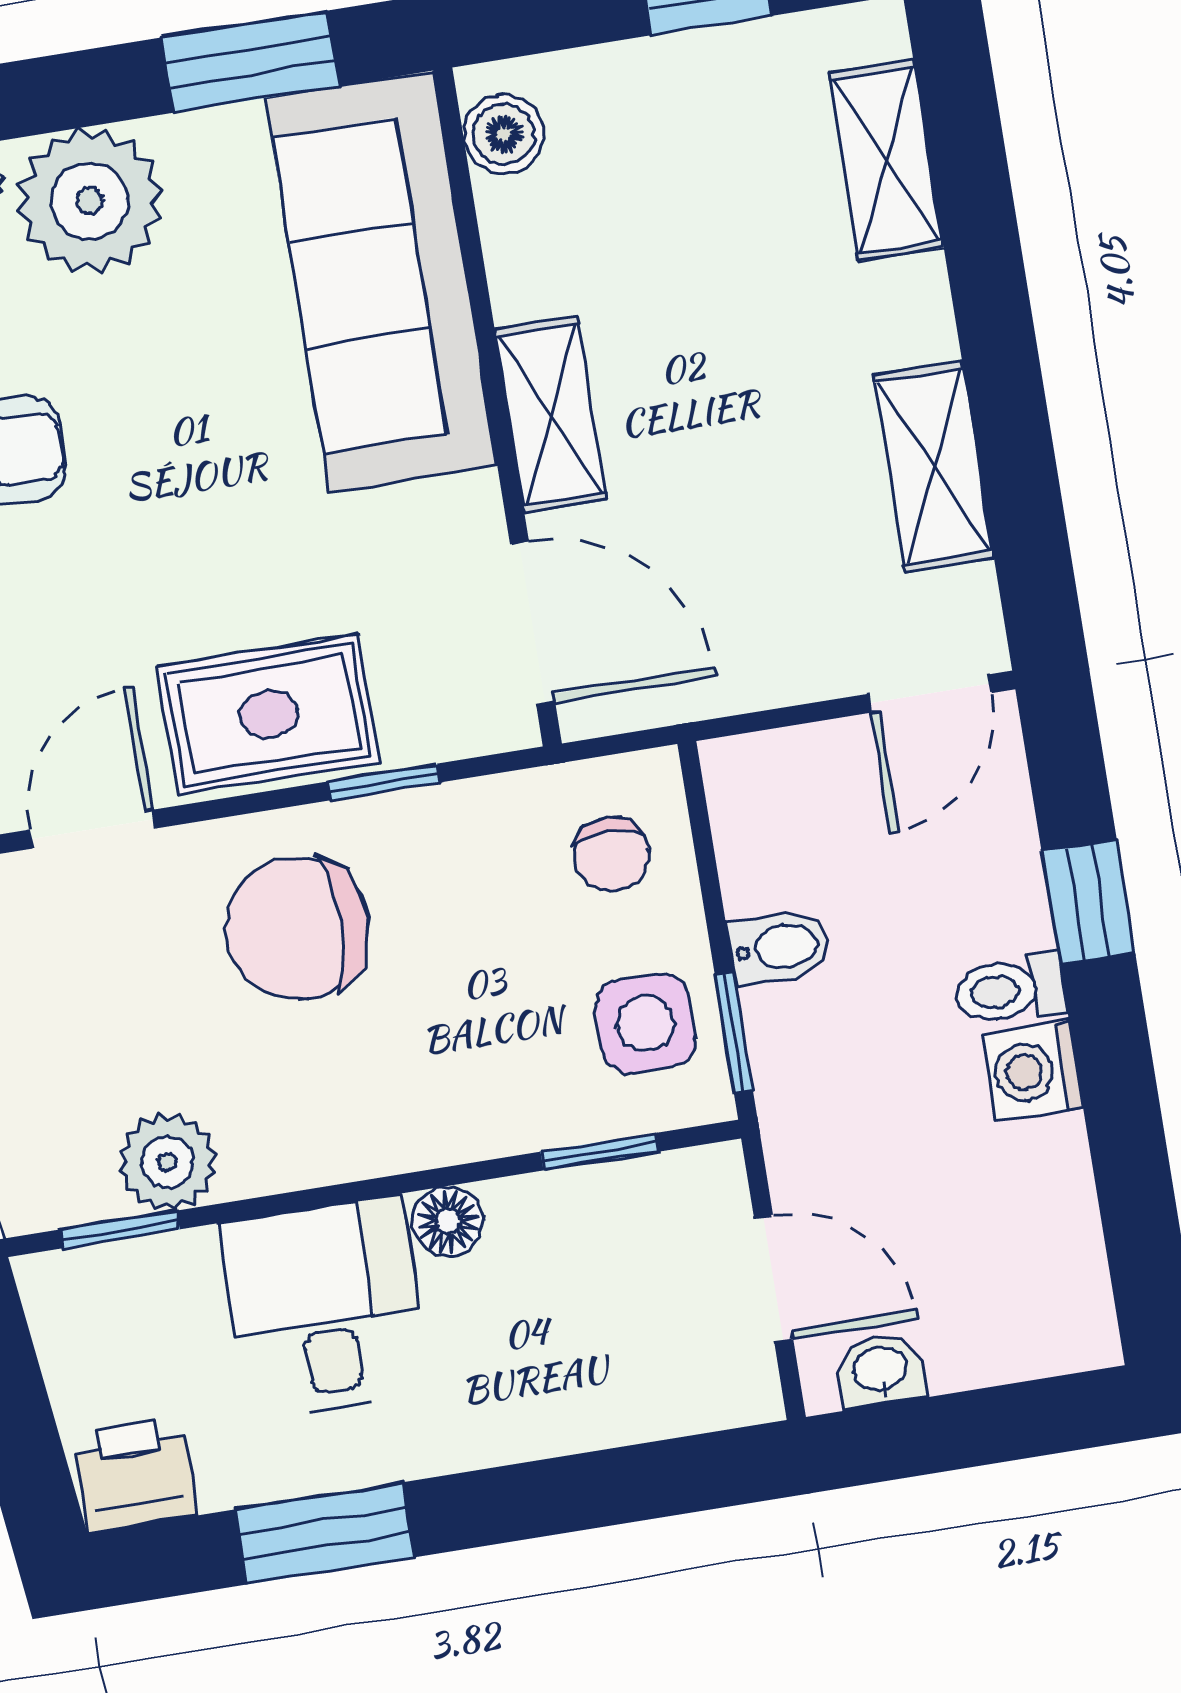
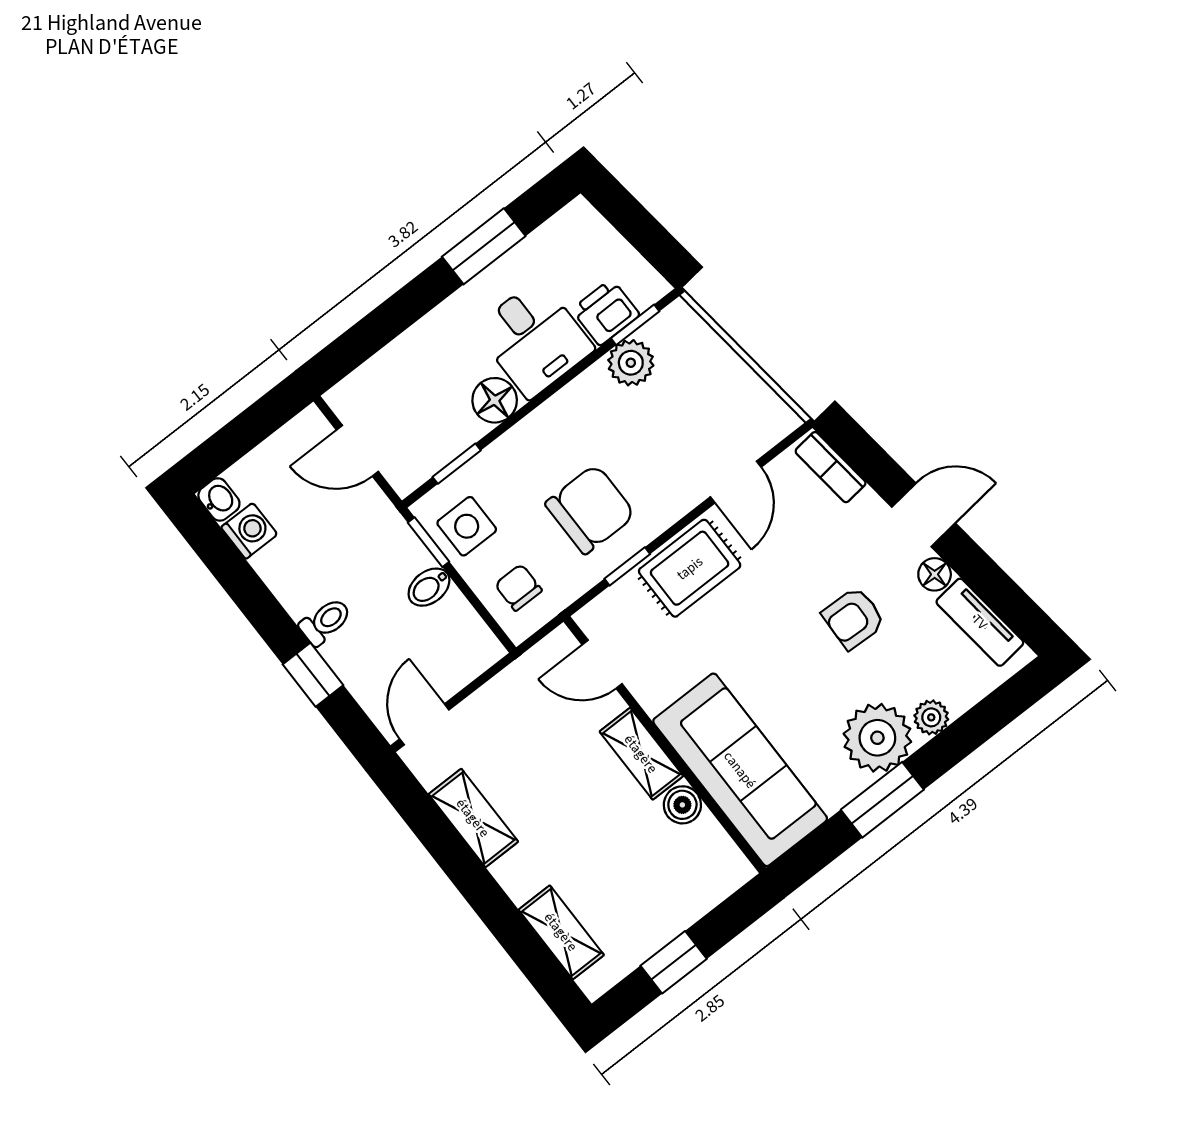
window: (251, 62) -> (882, 800), moved
boiler: (503, 134) -> (682, 805), moved
door: (533, 623) -> (602, 664), width x0.73
chair: (298, 928) -> (590, 509), moved
washing machine: (1033, 1071) -> (249, 531), moved
floor lamp: (448, 1221) -> (495, 400), width x1.37, depth x1.37
washbasin: (880, 1371) -> (219, 499), moved, turned -90
printer: (135, 1474) -> (606, 312), moved, turned 180

